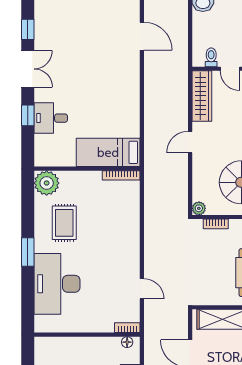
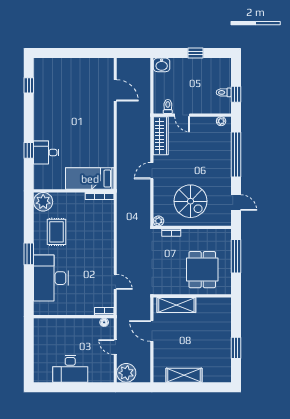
double door: (28, 69) -> (29, 115), removed

